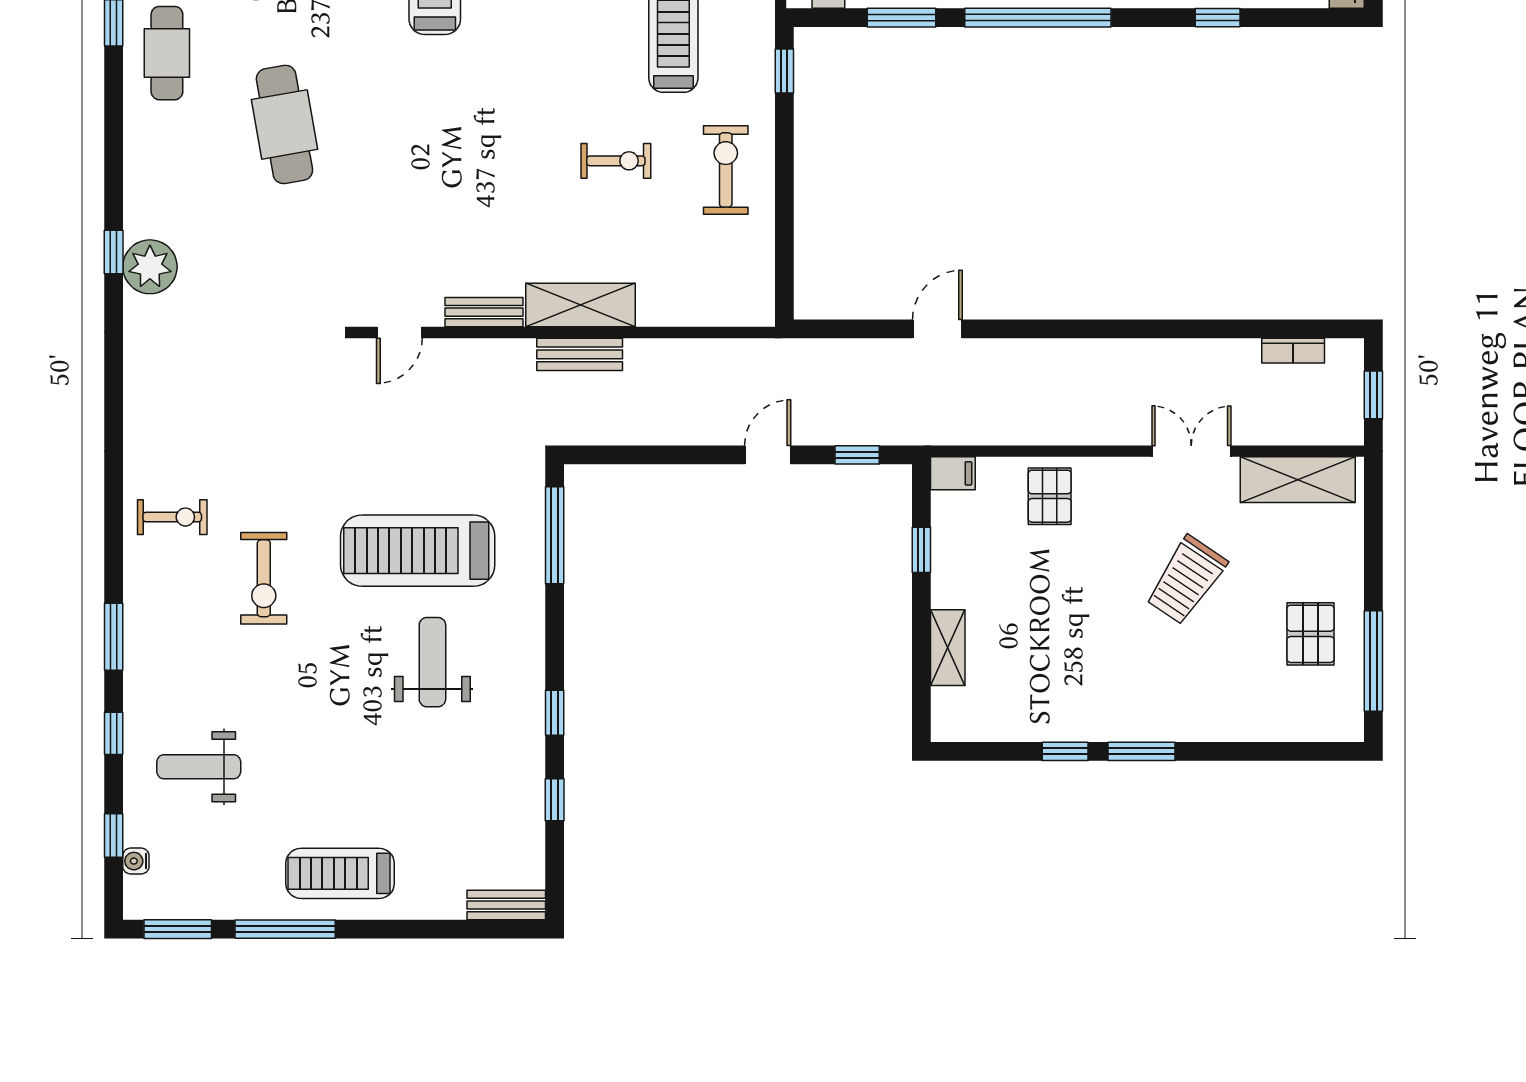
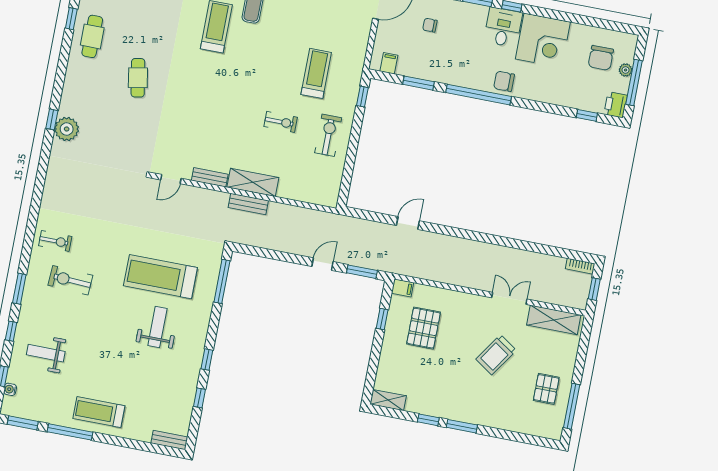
window: (1218, 18) -> (587, 115), moved
cafe table: (284, 124) -> (138, 78), width x0.73, depth x0.74
bookcase: (1293, 351) -> (580, 266), moved
window: (857, 455) -> (362, 272), width x1.50
pallet: (1050, 496) -> (424, 328), moved, width x1.50, depth x1.42
exercise bike: (264, 578) -> (70, 280), moved, turned 93
shelving: (948, 648) -> (388, 400), moved, turned 90

